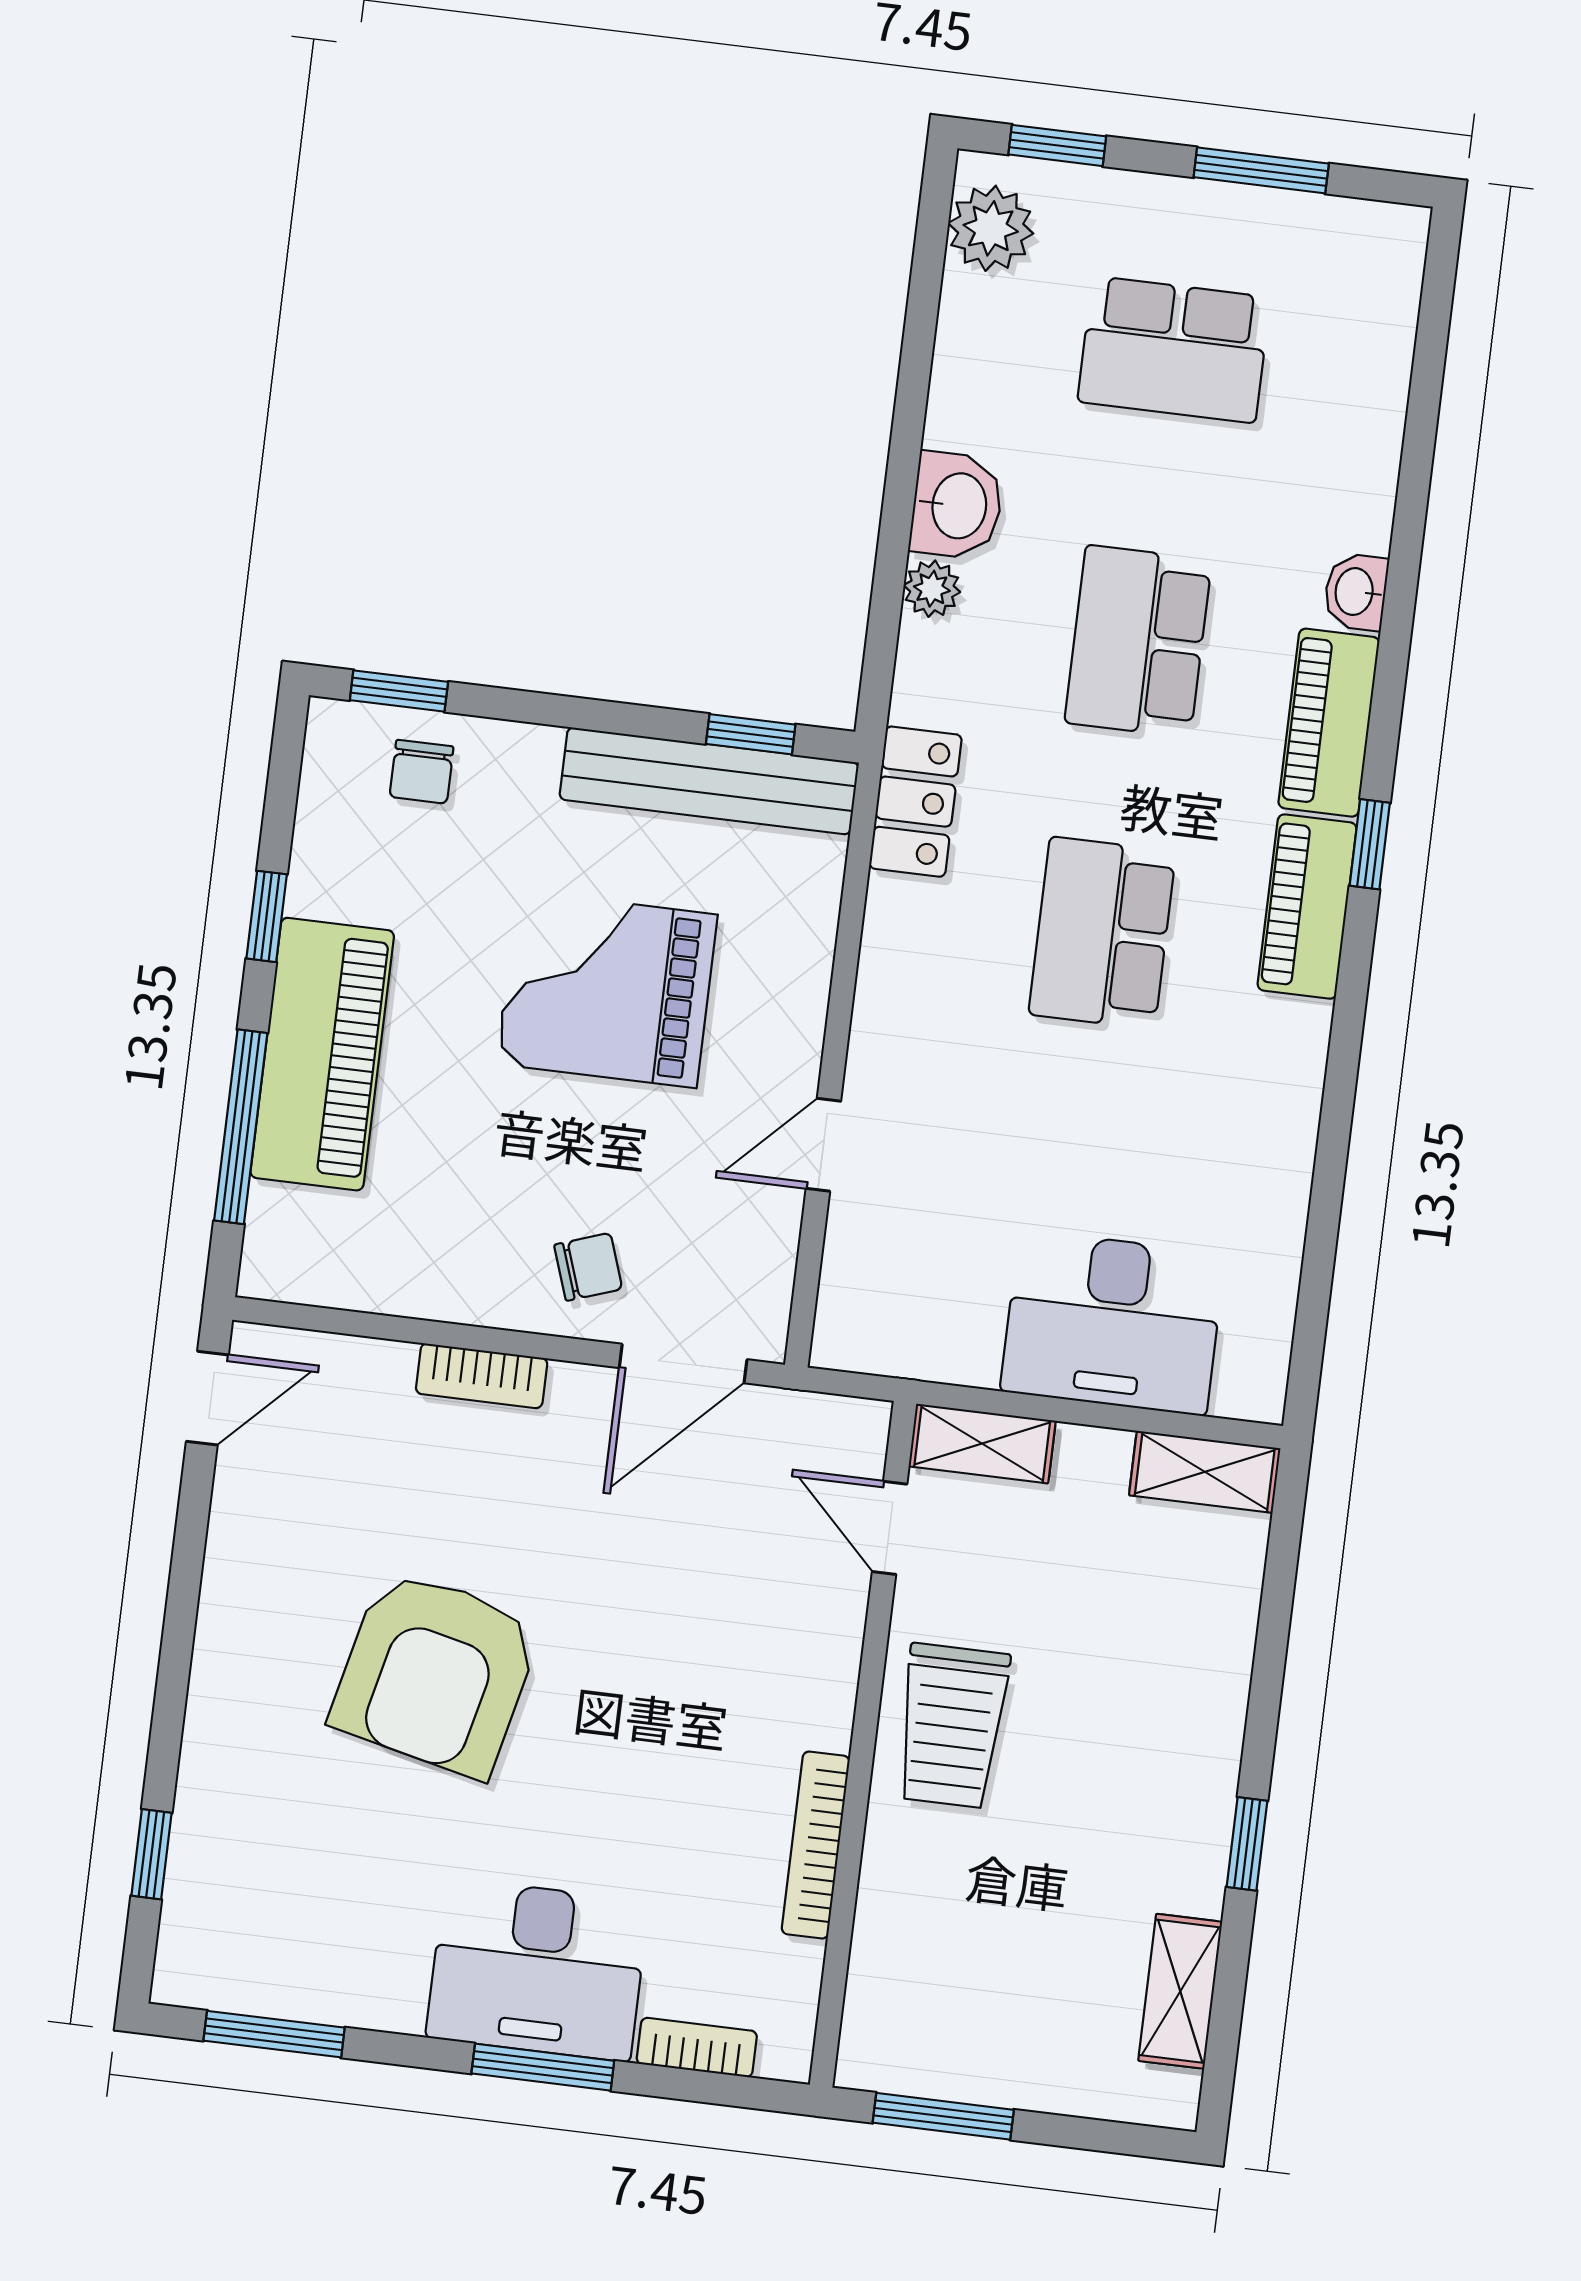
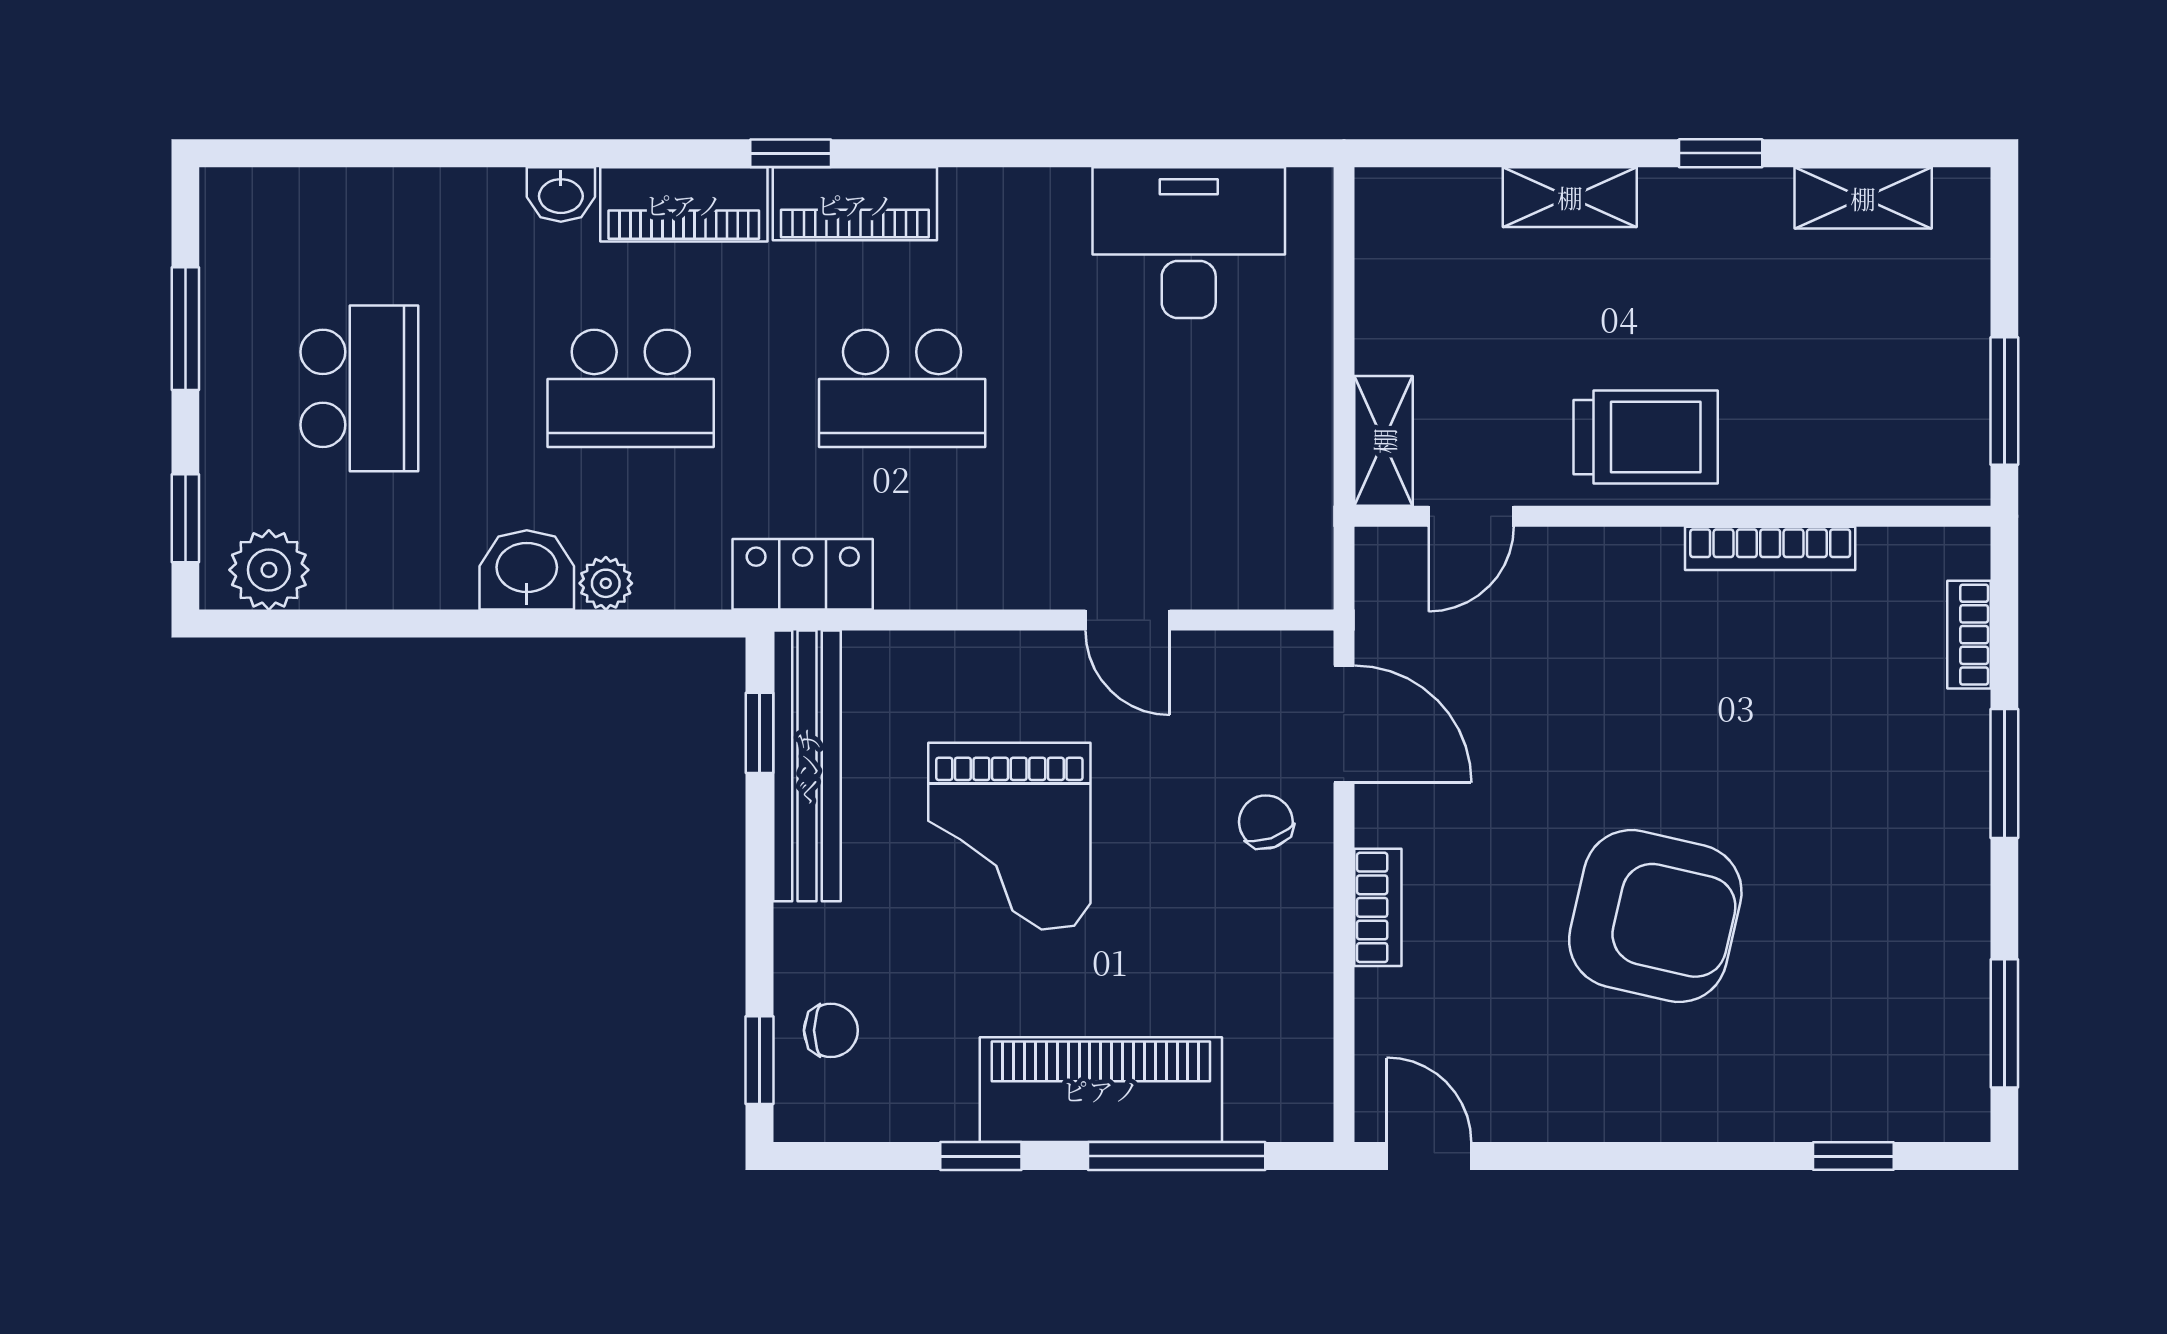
desk: (1113, 1323) -> (1189, 243), moved, turned -90
shelving: (1205, 1472) -> (1570, 197), moved, turned 90
desk: (537, 1970) -> (1916, 789), removed

